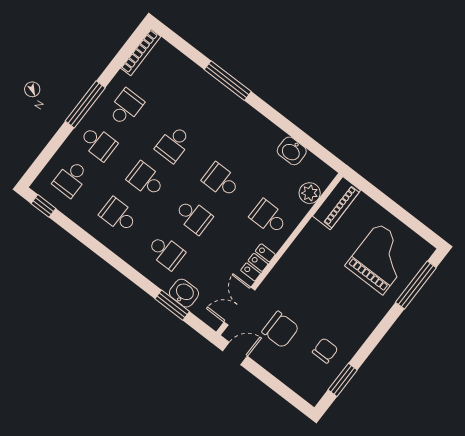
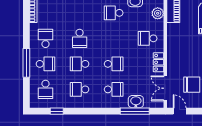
window: (85, 104) -> (26, 63), moved
school desk: (221, 181) -> (114, 13), moved
window: (43, 206) -> (57, 111), moved
window: (172, 305) -> (135, 111), width x1.44
door: (235, 354) -> (180, 111), hinge flipped

